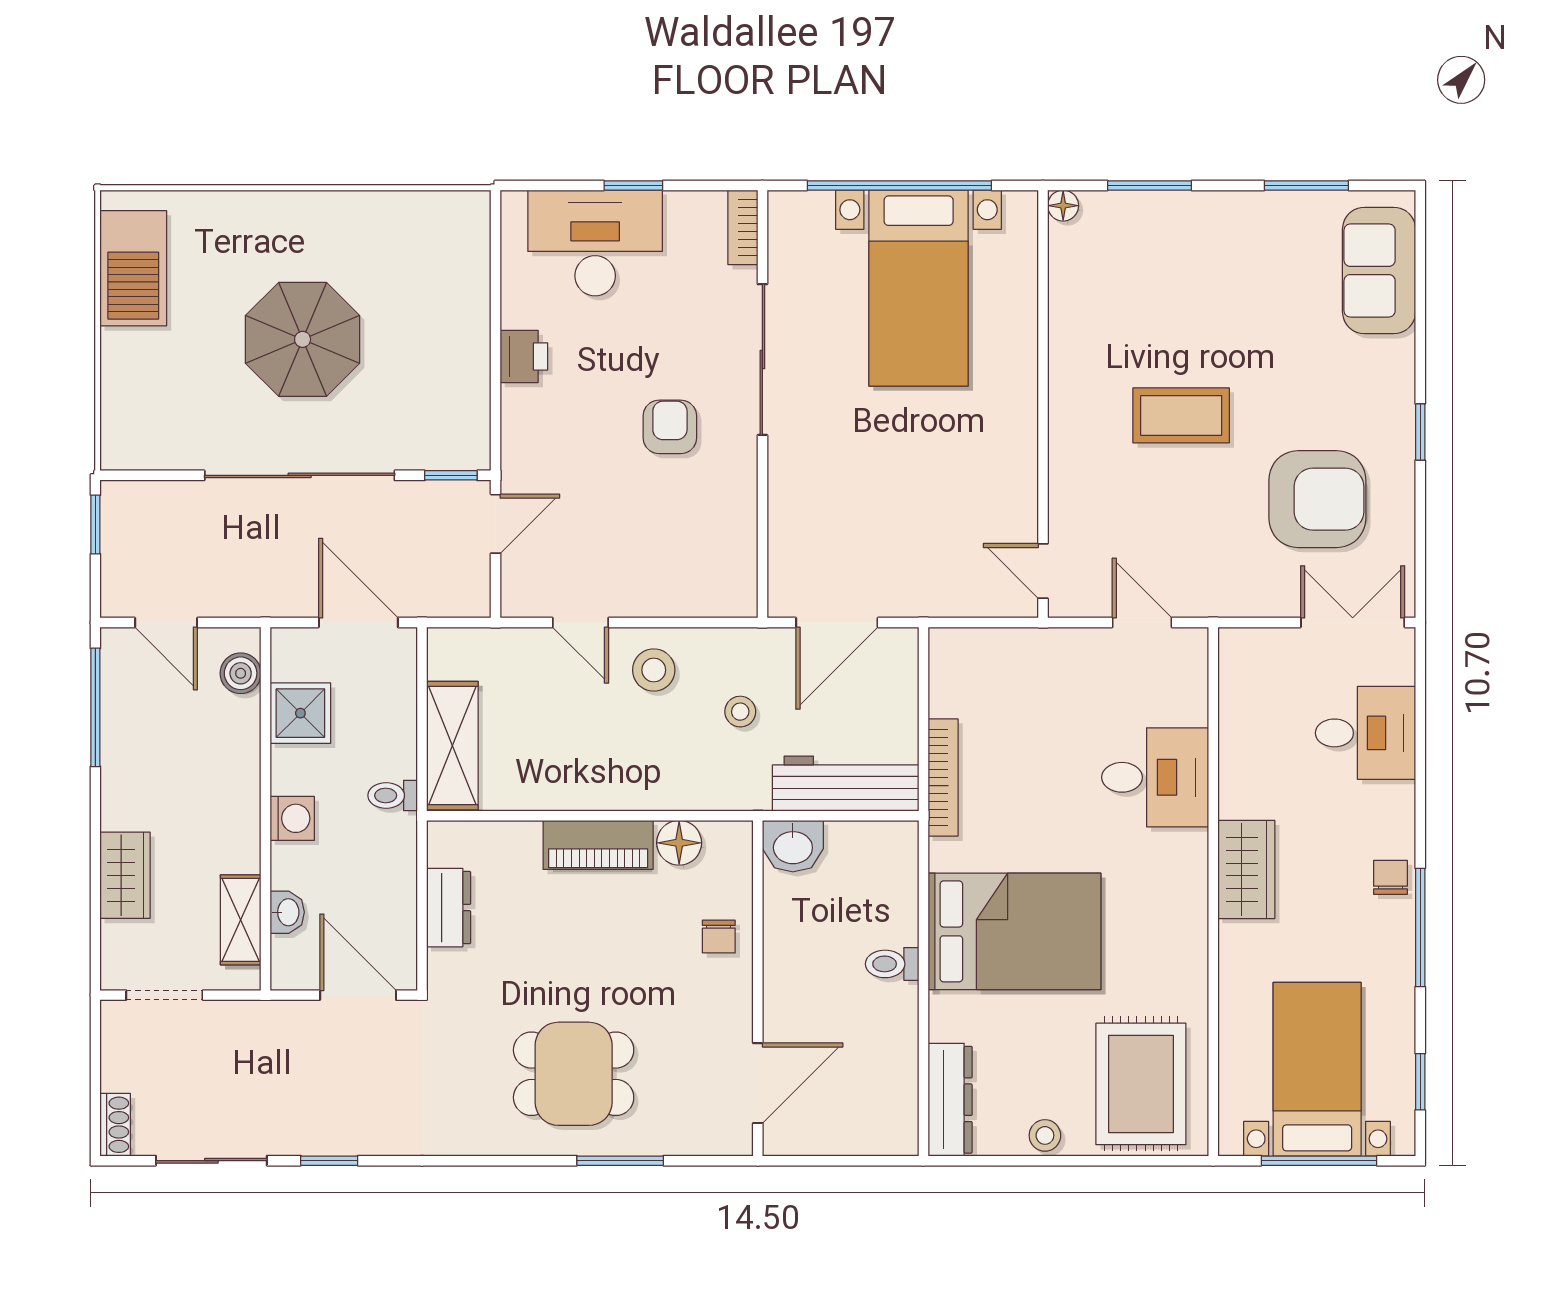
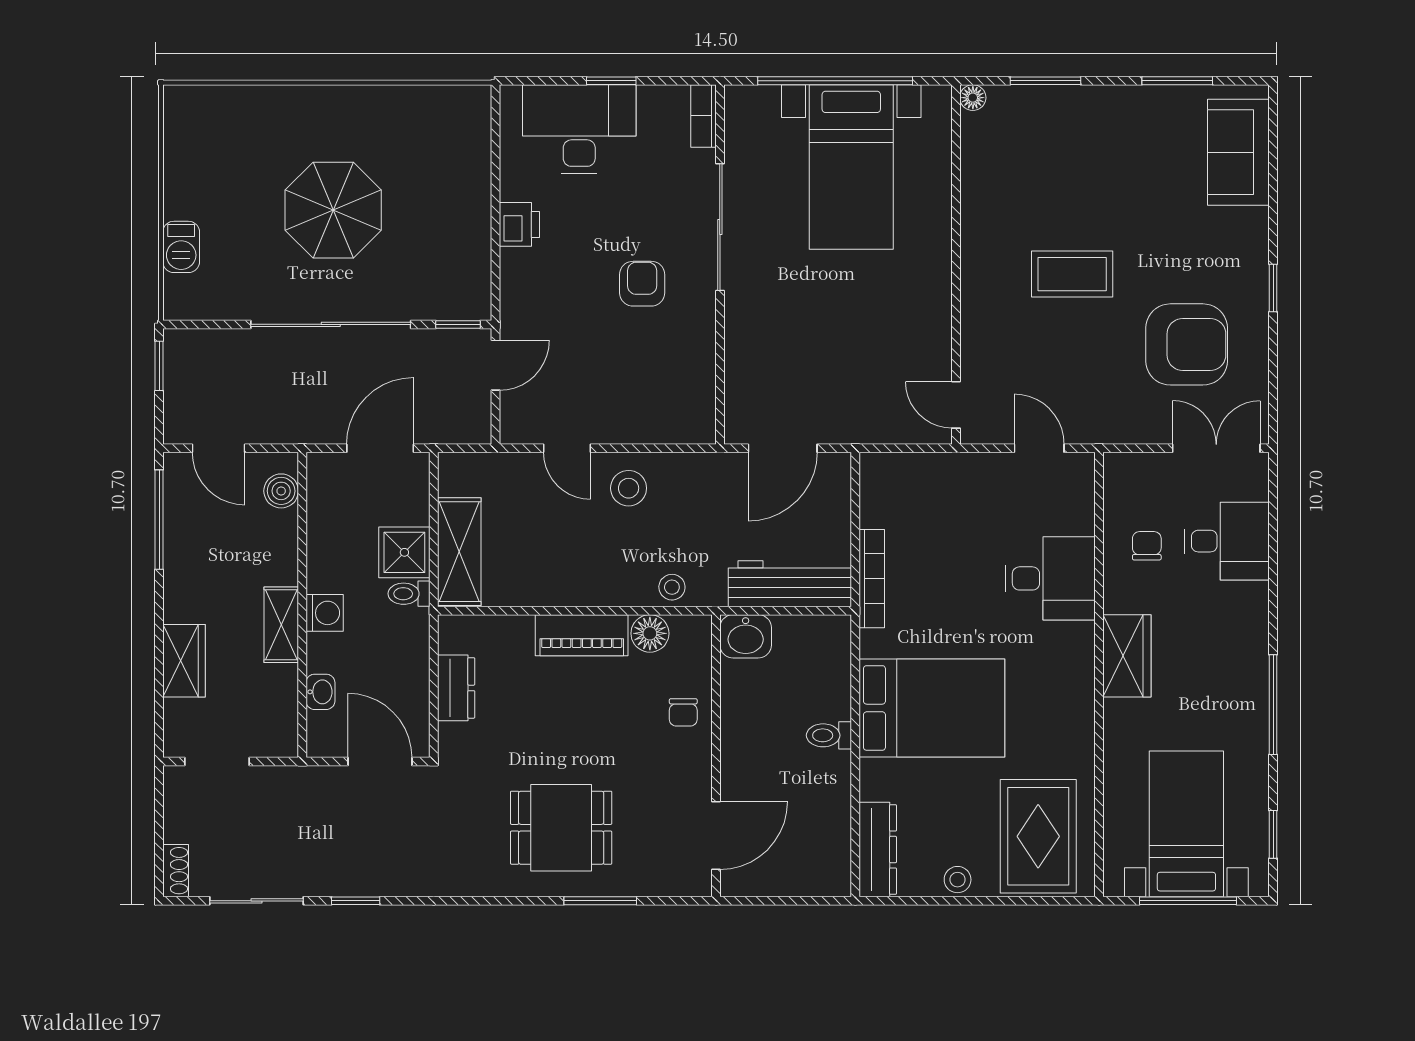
barbecue: (133, 268) -> (181, 247), moved, width x0.53, depth x0.65
door: (358, 623) -> (380, 448), hinge flipped
stool: (740, 712) -> (672, 587), moved
shower: (300, 713) -> (404, 552), moved
chair: (1390, 877) -> (1147, 546), moved
shelving: (241, 920) -> (281, 625), moved

